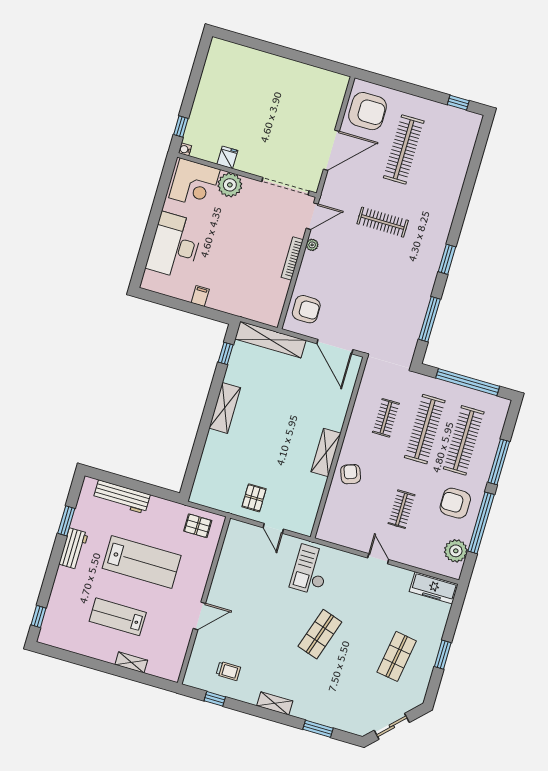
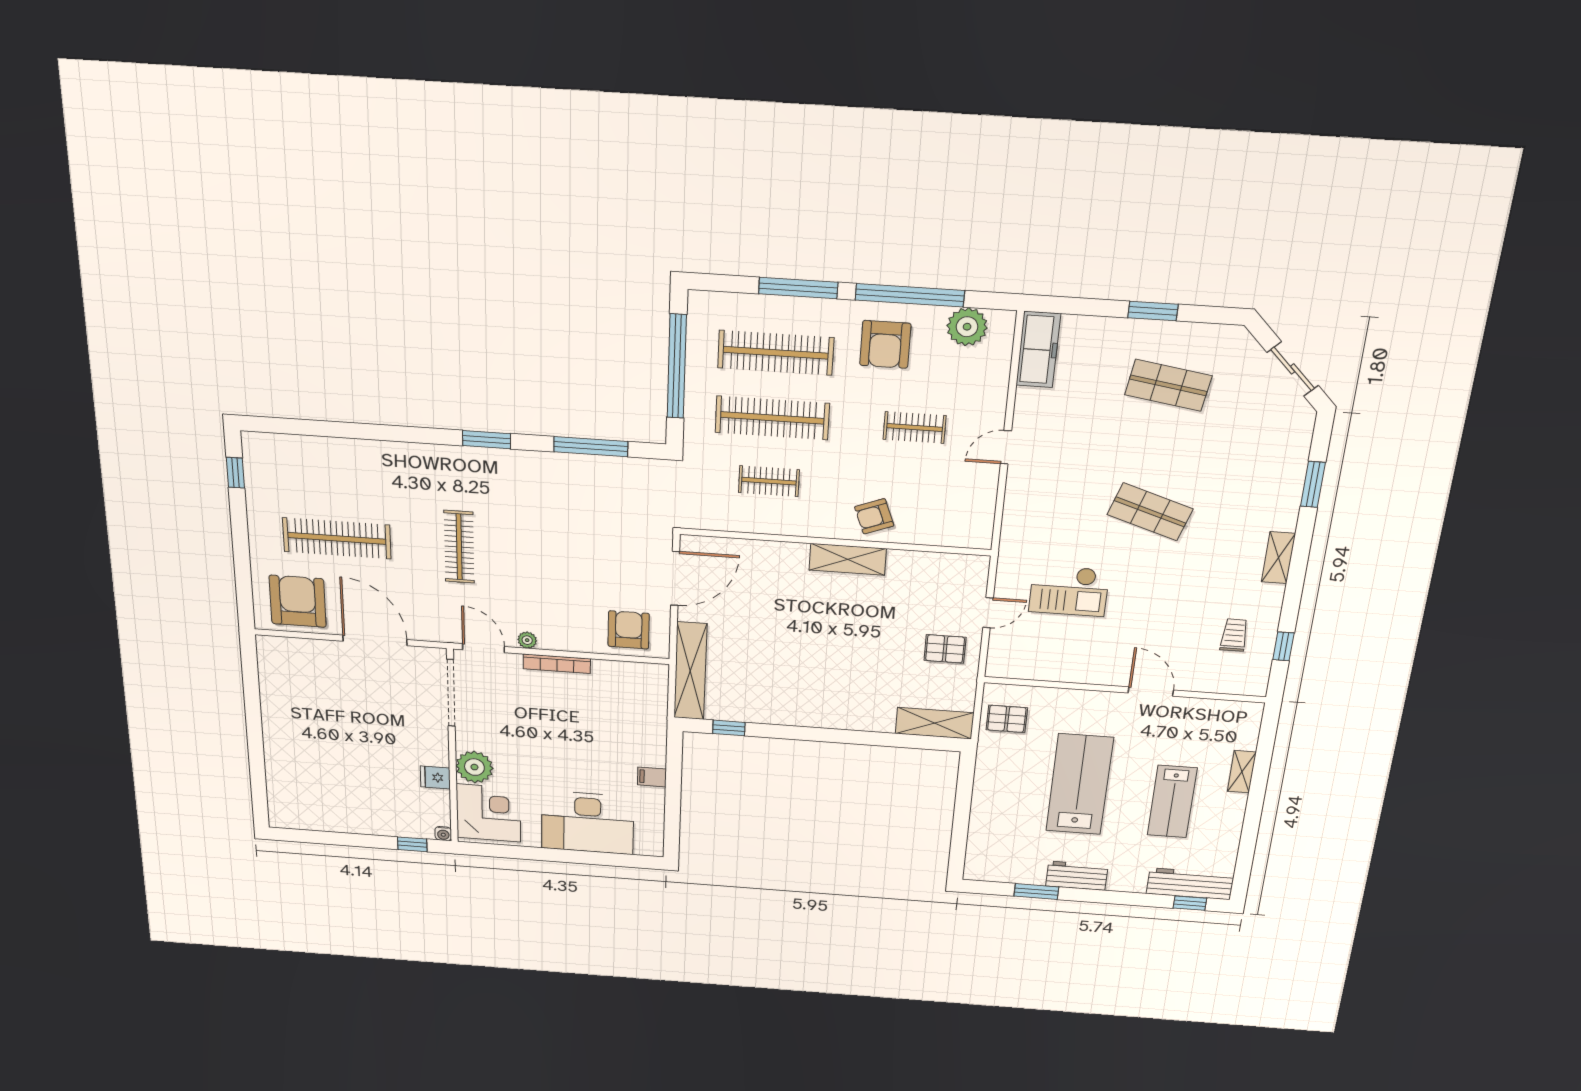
shelving: (225, 408) -> (935, 723), moved
workbench: (122, 497) -> (1190, 884), moved, turned -90
pallet: (198, 526) -> (1007, 719), turned 90
checkout: (311, 570) -> (1069, 591), moved

